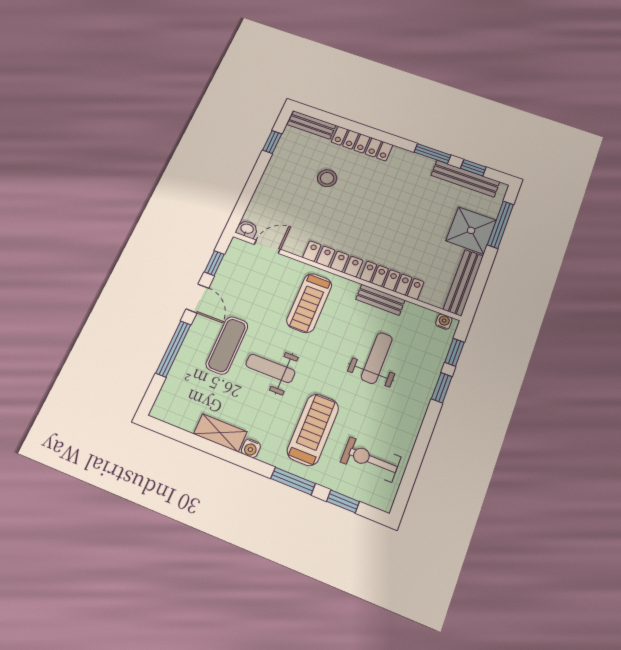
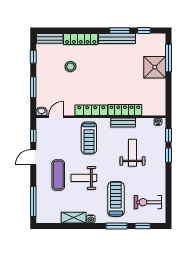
bench: (465, 179) -> (117, 39), moved
window: (251, 187) -> (33, 87), added
bench: (463, 283) -> (161, 97), removed
door: (197, 298) -> (33, 157), swing flipped
window: (173, 349) -> (33, 201), moved

